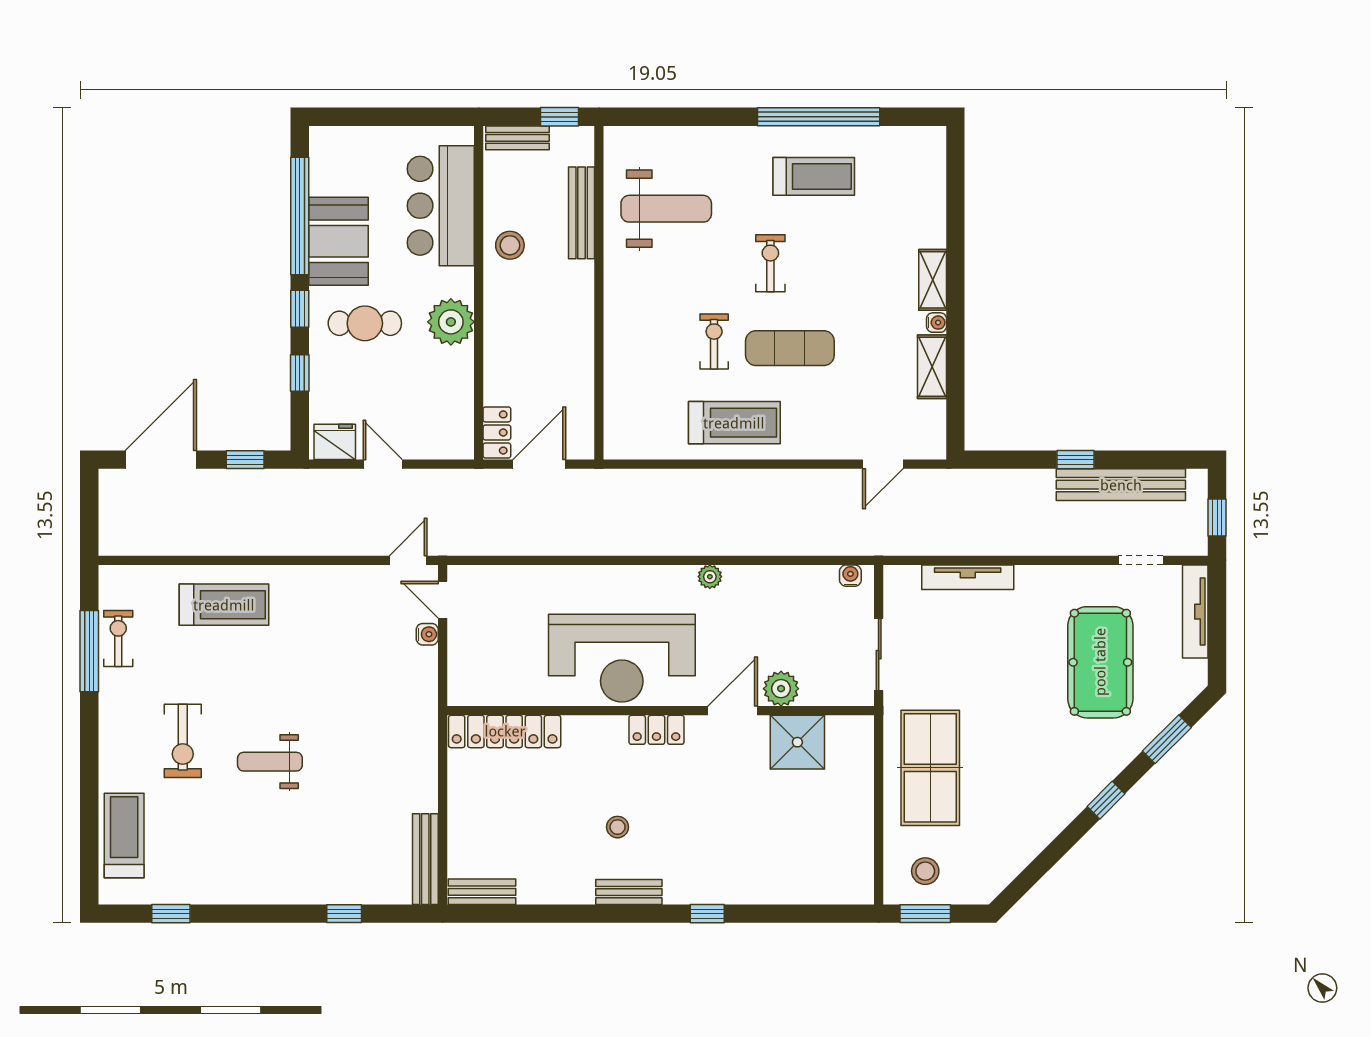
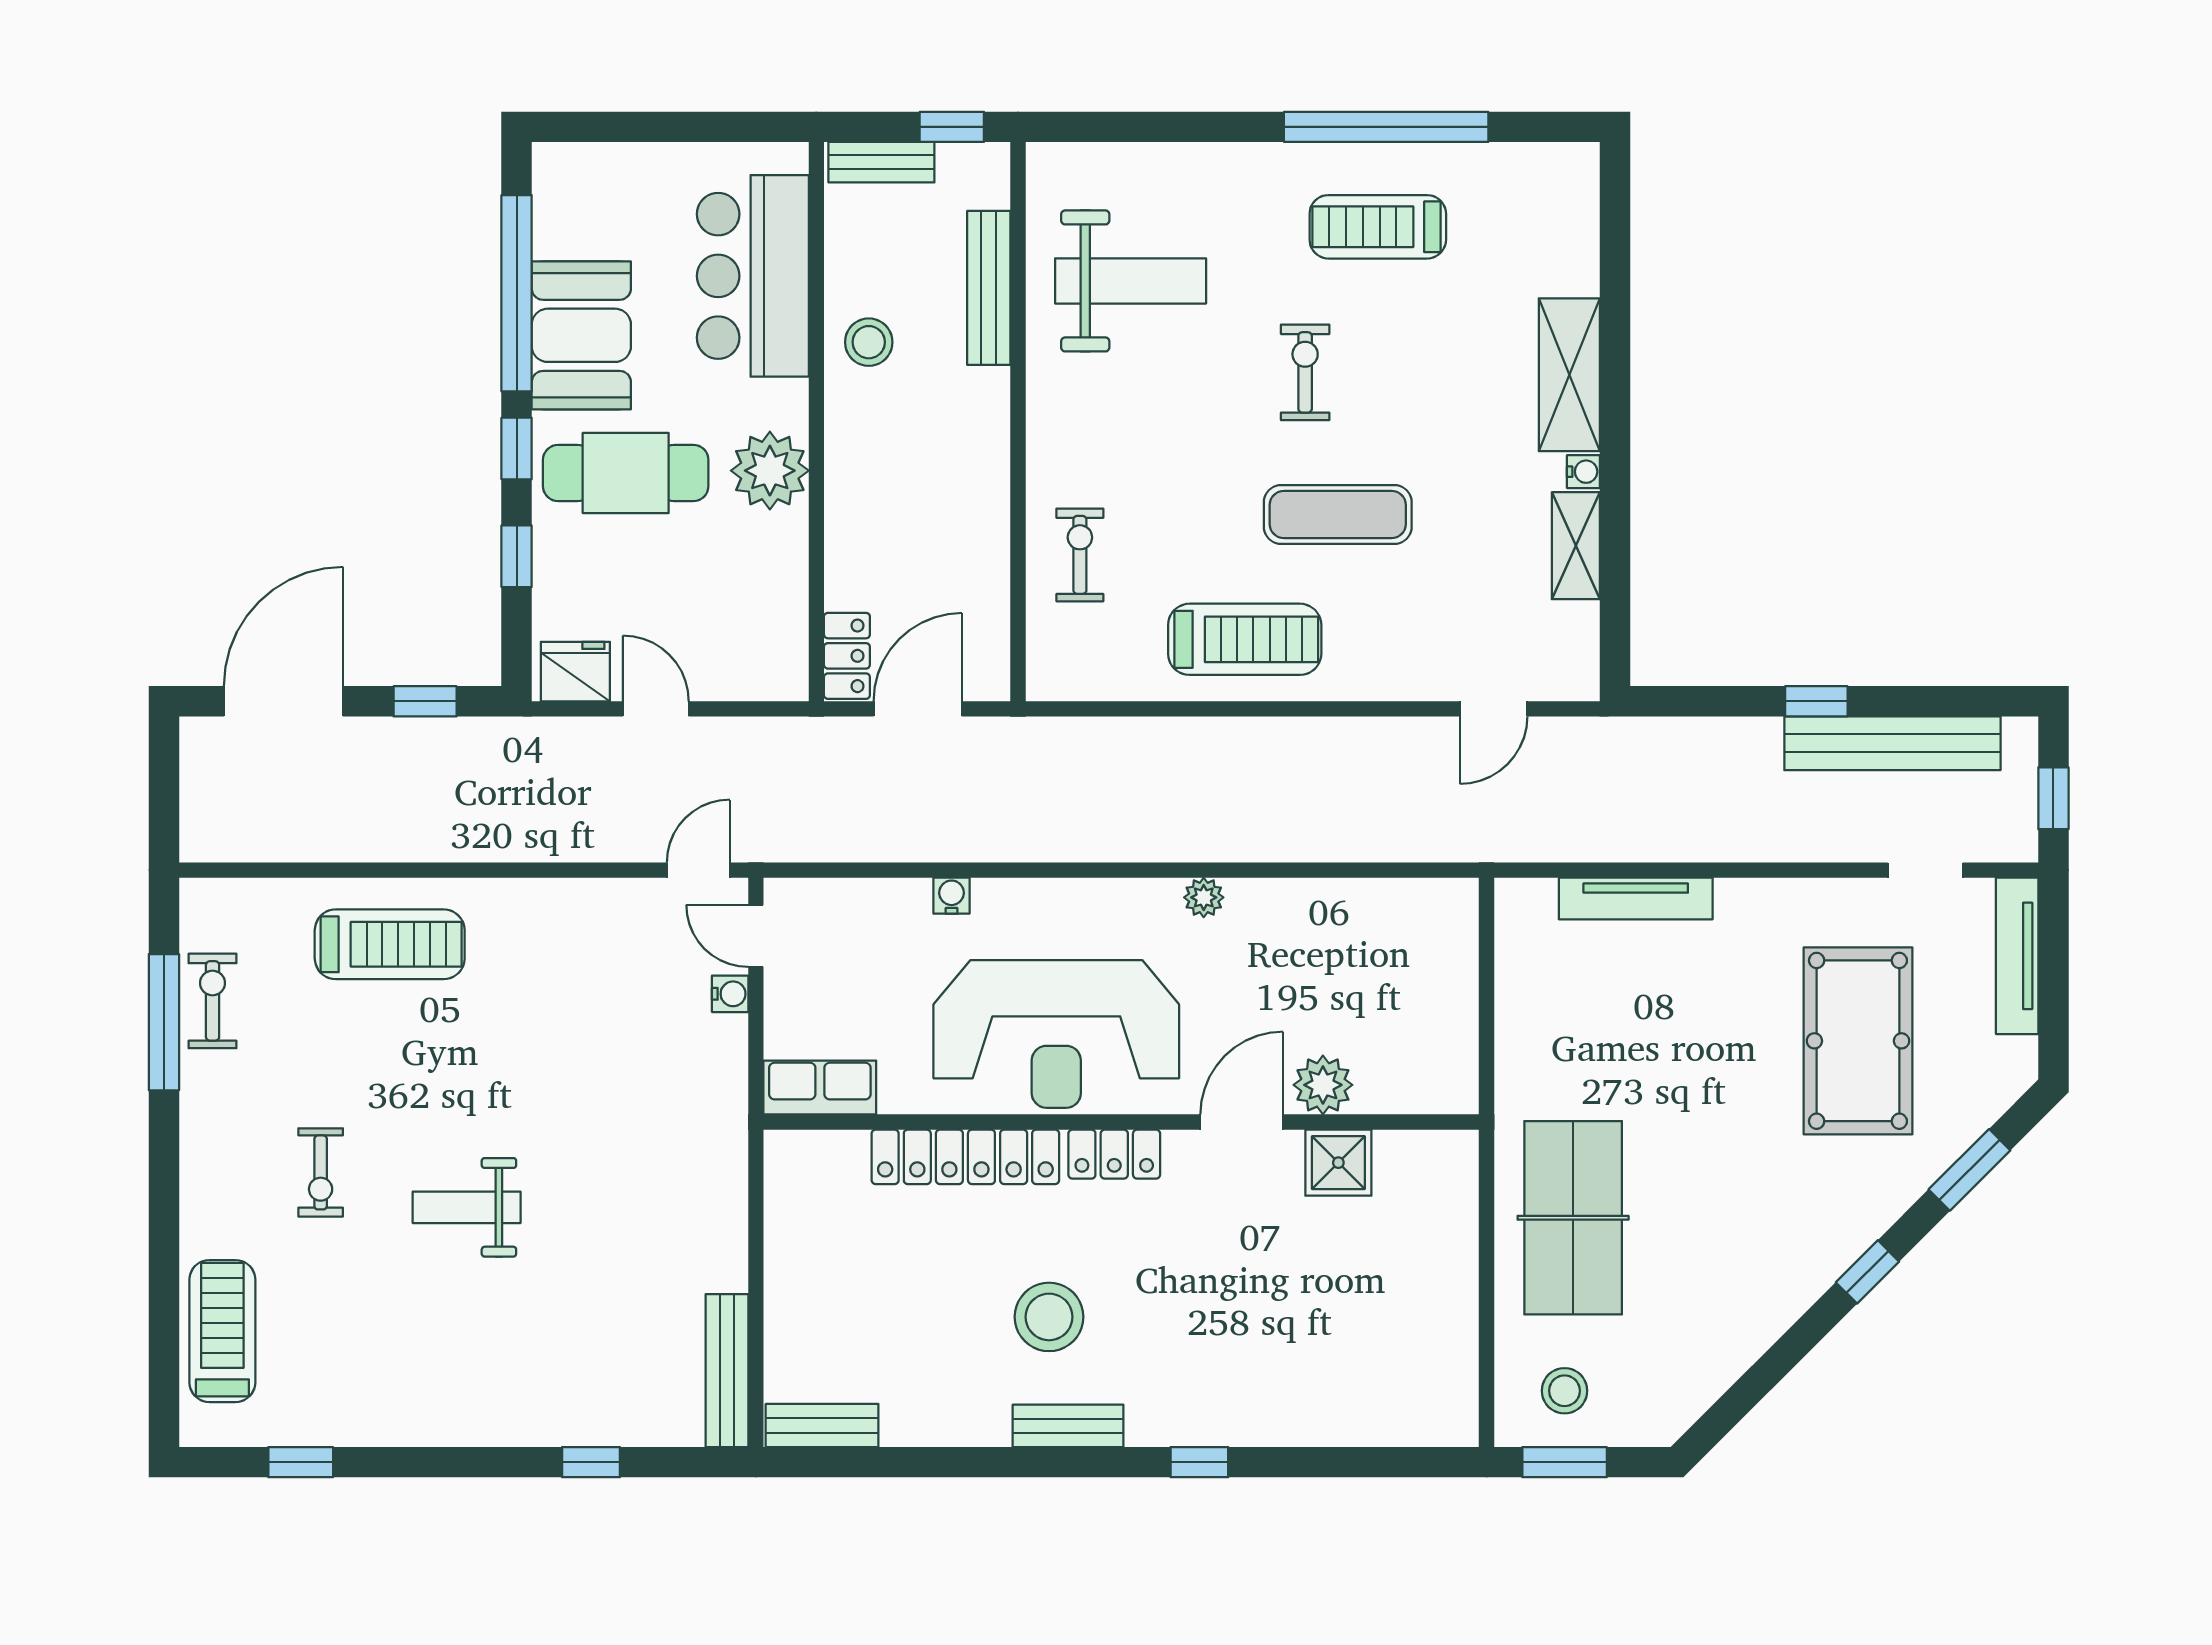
treadmill: (814, 176) -> (1378, 227), turned 180
shelving: (933, 280) -> (1569, 375), width x1.50, depth x1.33
cafe table: (365, 323) -> (626, 473), width x1.37, depth x1.35
exercise bike: (714, 342) -> (1080, 555), moved
water cooler: (850, 576) -> (952, 896), moved
sliding door: (879, 655) -> (1487, 1028), removed
row of seats: (481, 690) -> (820, 1087), added
locker: (505, 731) -> (965, 1157), moved
exercise bike: (183, 741) -> (321, 1172), width x0.73, depth x0.72
shower: (797, 742) -> (1338, 1163), width x0.73, depth x0.73
stool: (618, 827) -> (1049, 1317), width x1.89, depth x1.89

